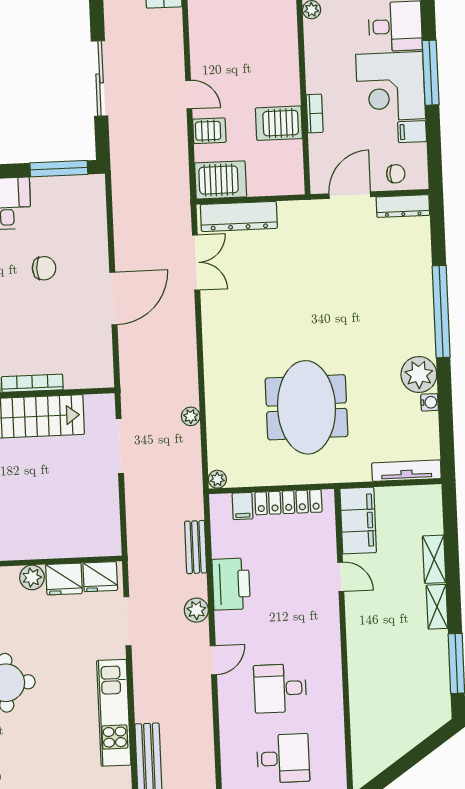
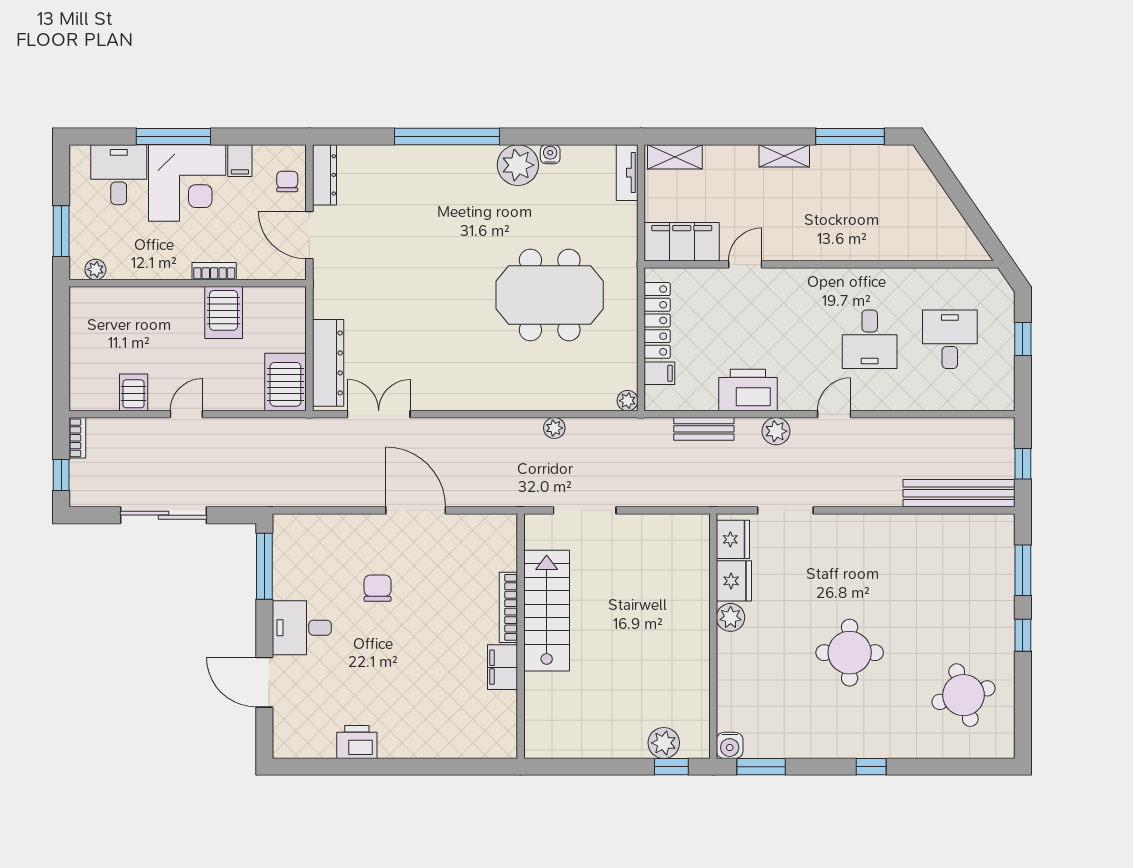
server rack: (209, 131) -> (134, 392), moved
tv unit: (406, 471) -> (627, 173), width x0.71
shelving: (434, 559) -> (675, 157), moved
door: (213, 660) -> (834, 414), hinge flipped
kitchen unit: (114, 713) -> (889, 531), removed

